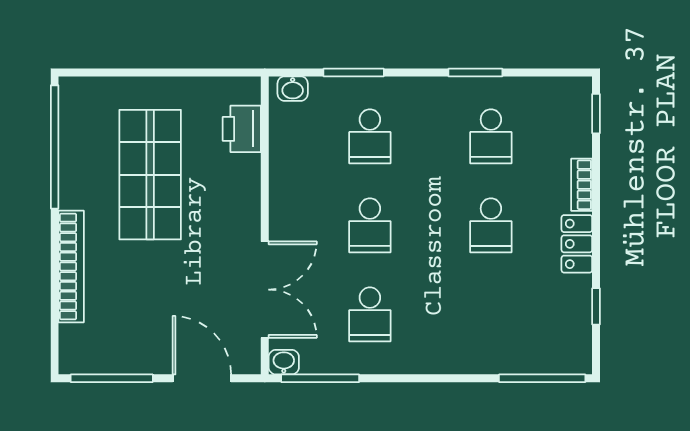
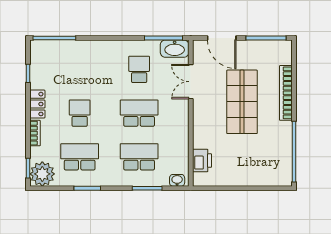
plant: (567, 102) -> (42, 174), added
school desk: (370, 136) -> (139, 157), width x1.85
school desk: (491, 136) -> (80, 157), width x1.85
shop shelf: (150, 175) -> (242, 102), moved
school desk: (370, 225) -> (139, 113), width x1.85
double door: (265, 290) -> (191, 82), width x0.73
washbasin: (284, 362) -> (175, 49), width x1.91, depth x1.45

